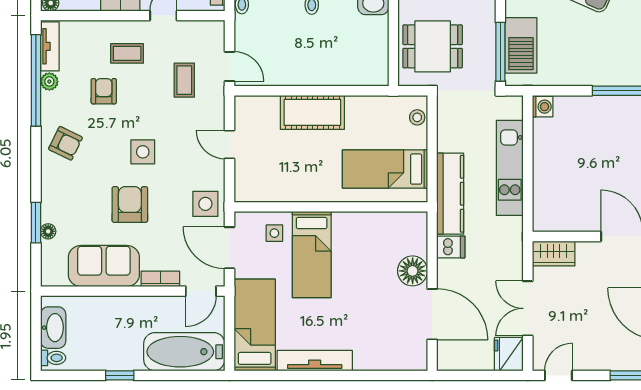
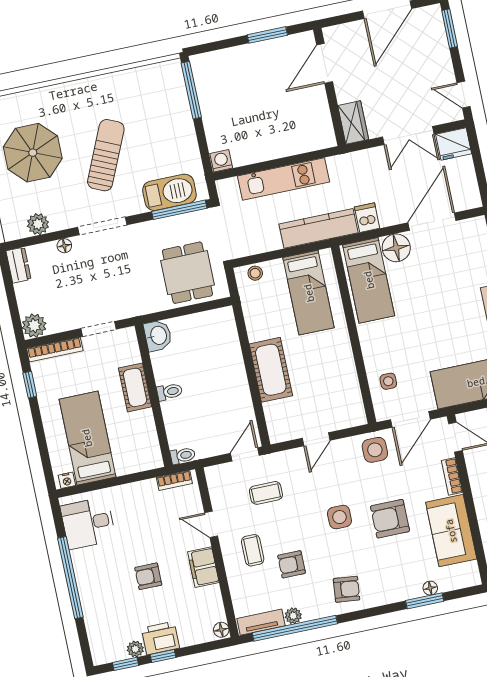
armchair: (65, 143) -> (347, 589), turned 70
bed: (312, 254) -> (369, 280), moved, turned 90

